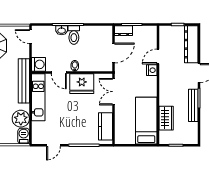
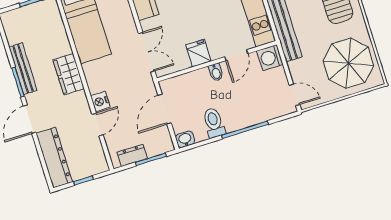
washbasin: (62, 30) -> (185, 139), moved
dresser: (124, 31) -> (132, 155), moved
toilet: (74, 35) -> (214, 123), moved
door: (59, 72) -> (236, 55), swing flipped
fridge: (82, 84) -> (198, 53), width x0.53, depth x0.75
wardrobe: (166, 118) -> (69, 74), moved

